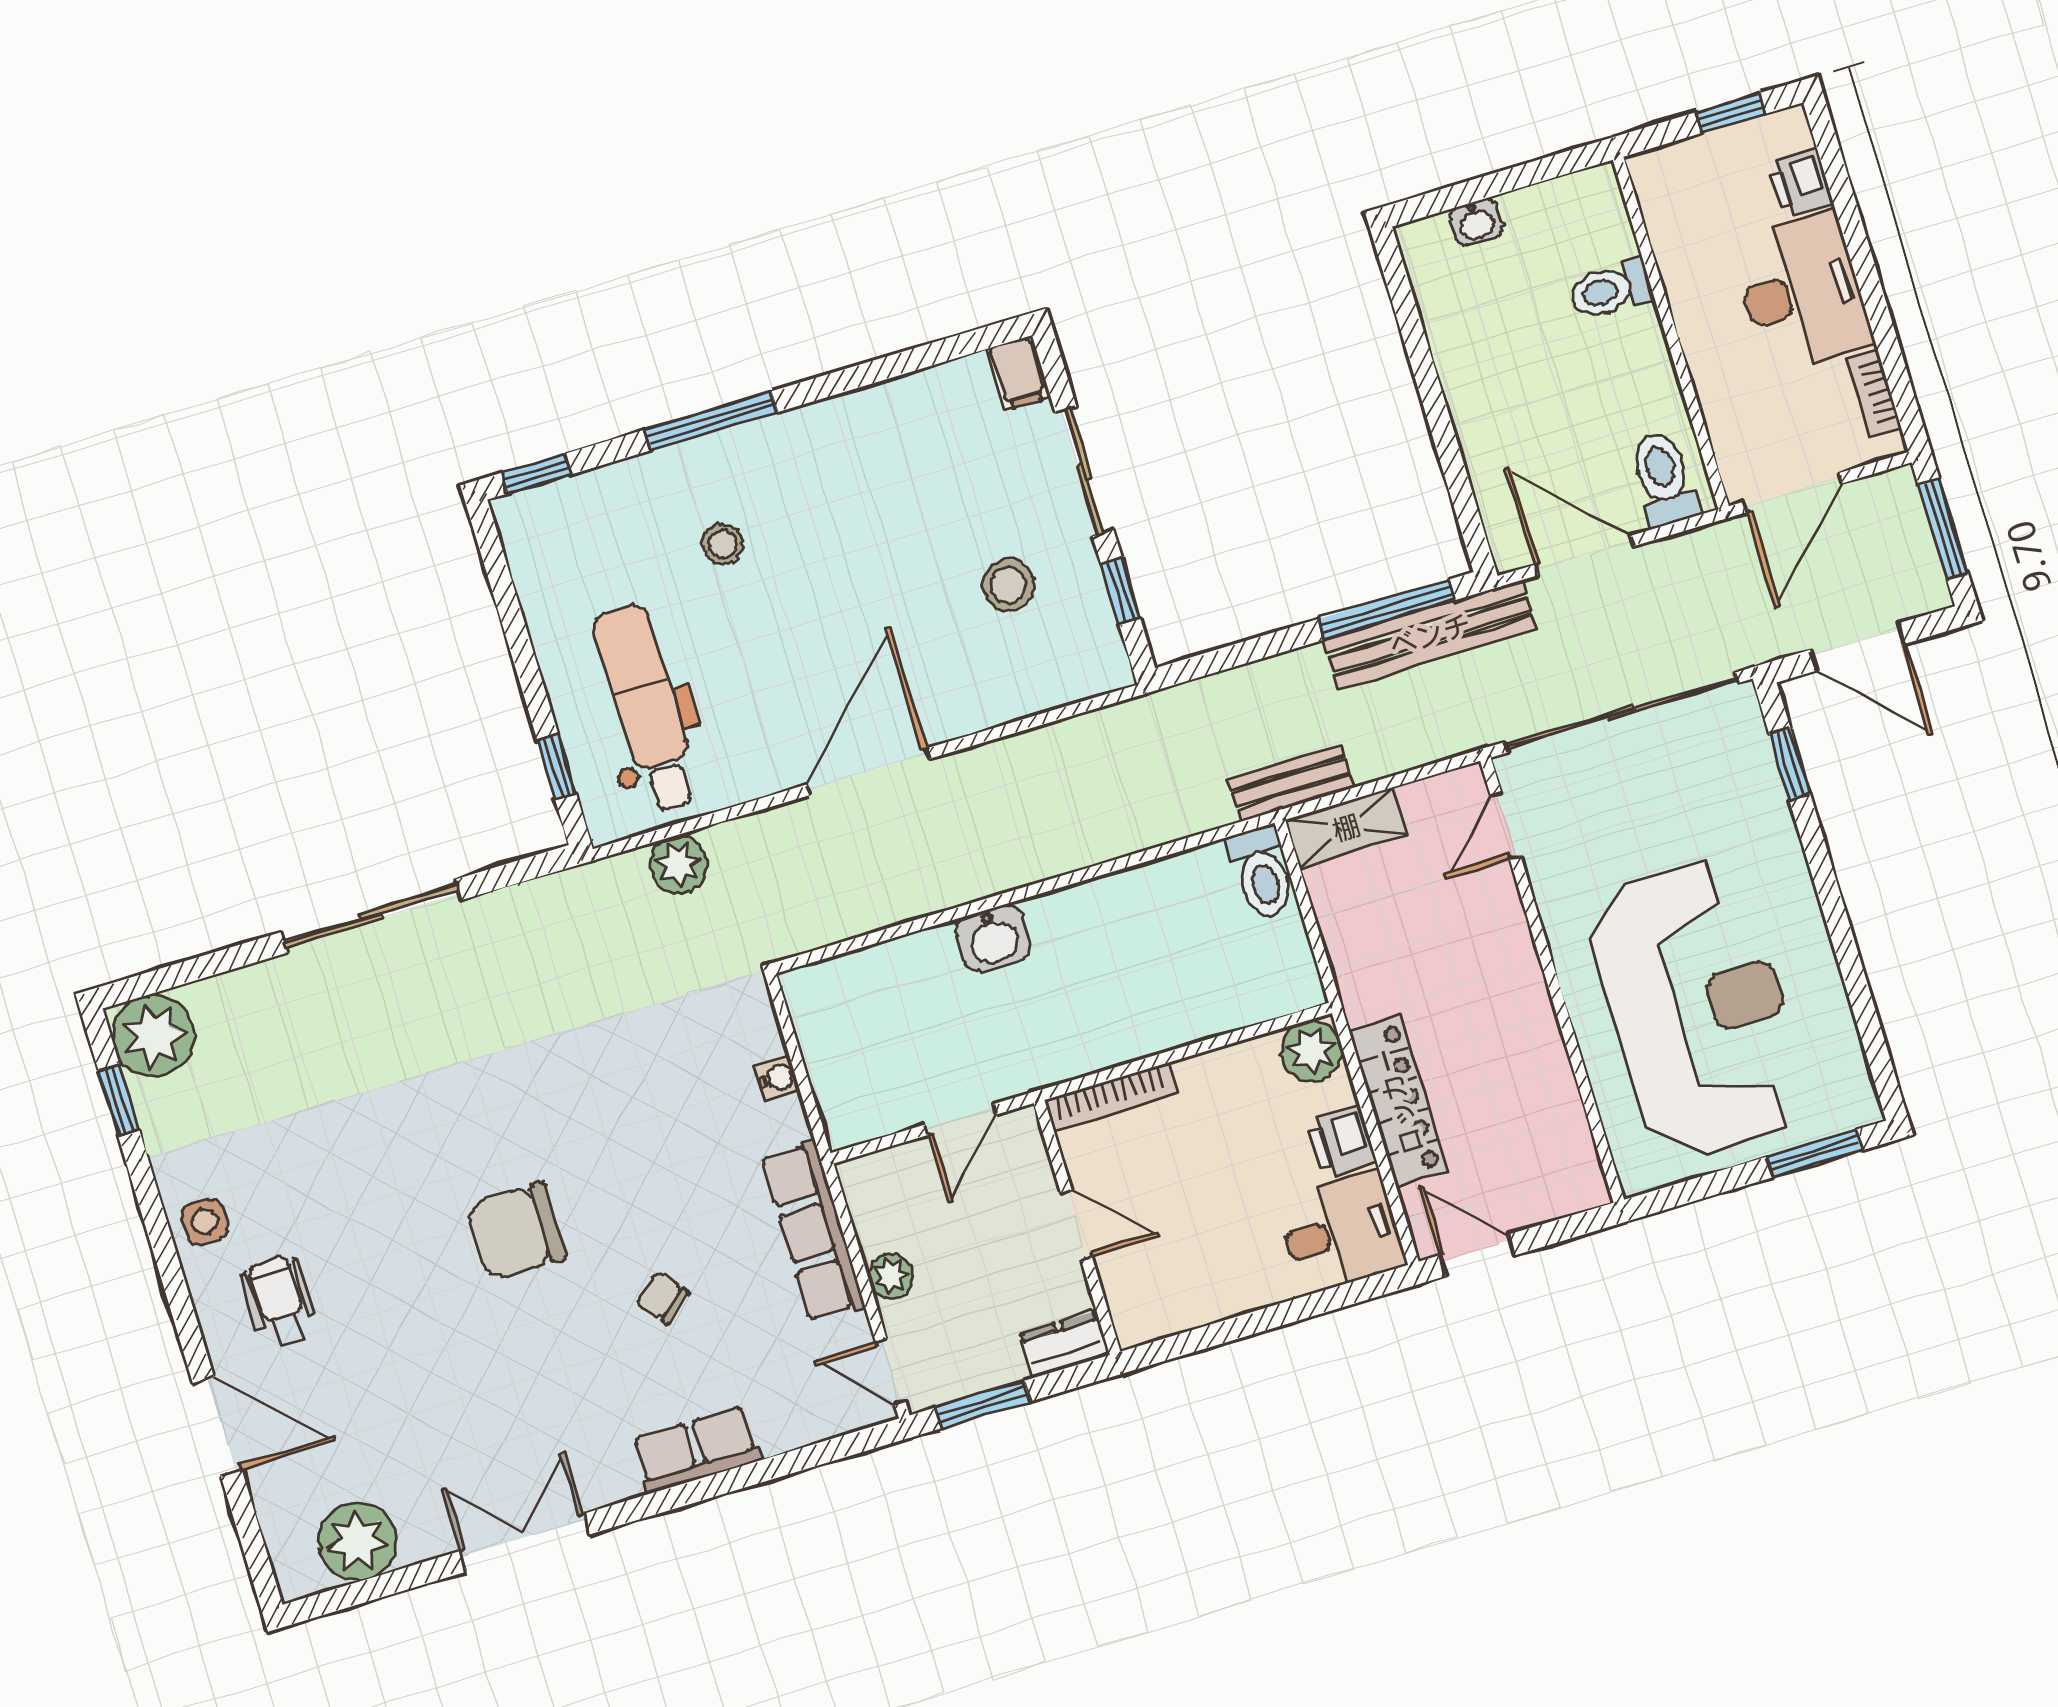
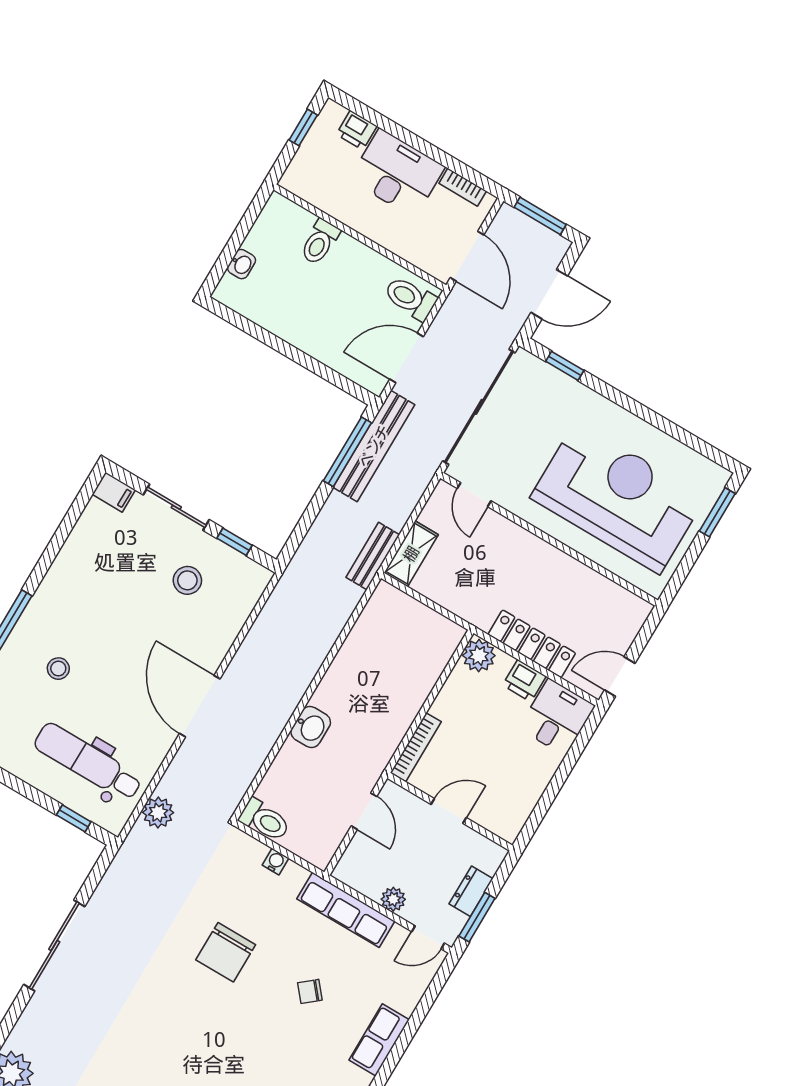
toilet: (1262, 872) -> (265, 820), moved
chair: (517, 1231) -> (226, 952), moved
dresser: (1064, 1345) -> (471, 891), moved

